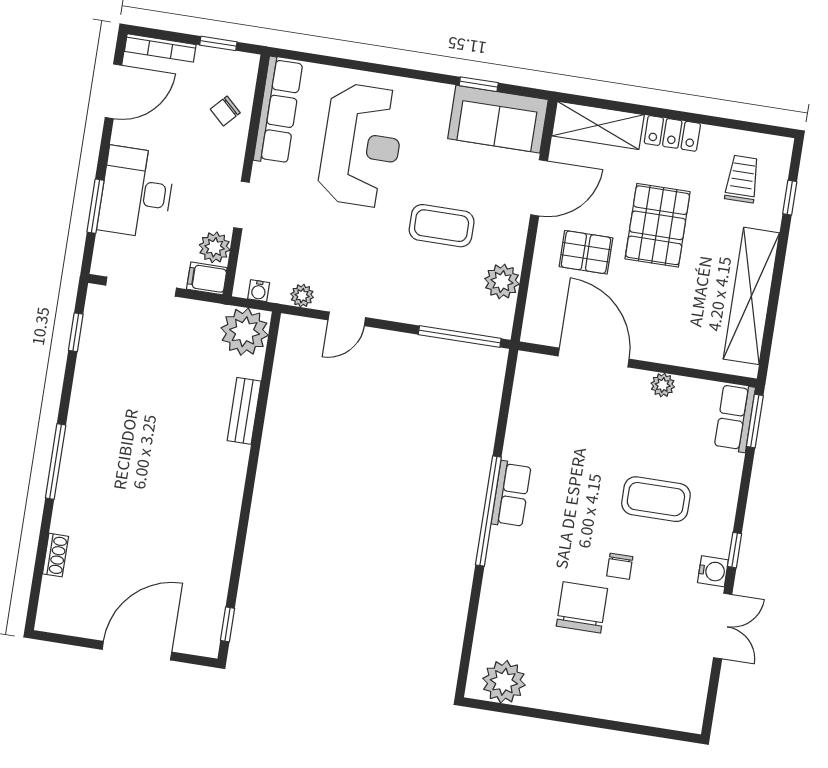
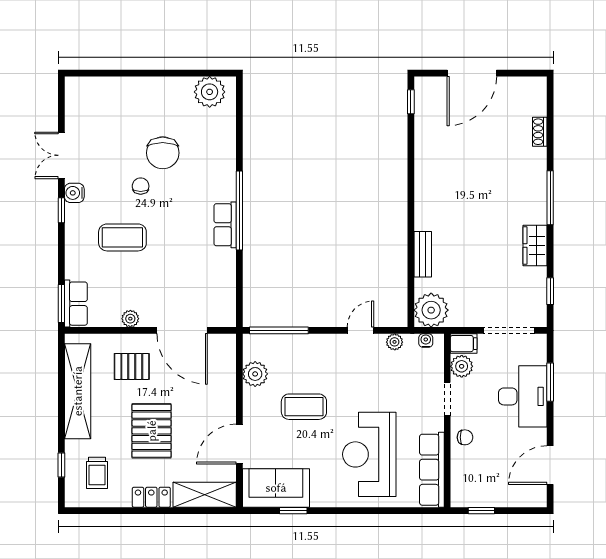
bookcase: (160, 48) -> (522, 501), removed
chair: (225, 111) -> (465, 437), moved, turned 47
pallet: (586, 252) -> (132, 366), moved
wardrobe: (87, 399) -> (535, 245), added

